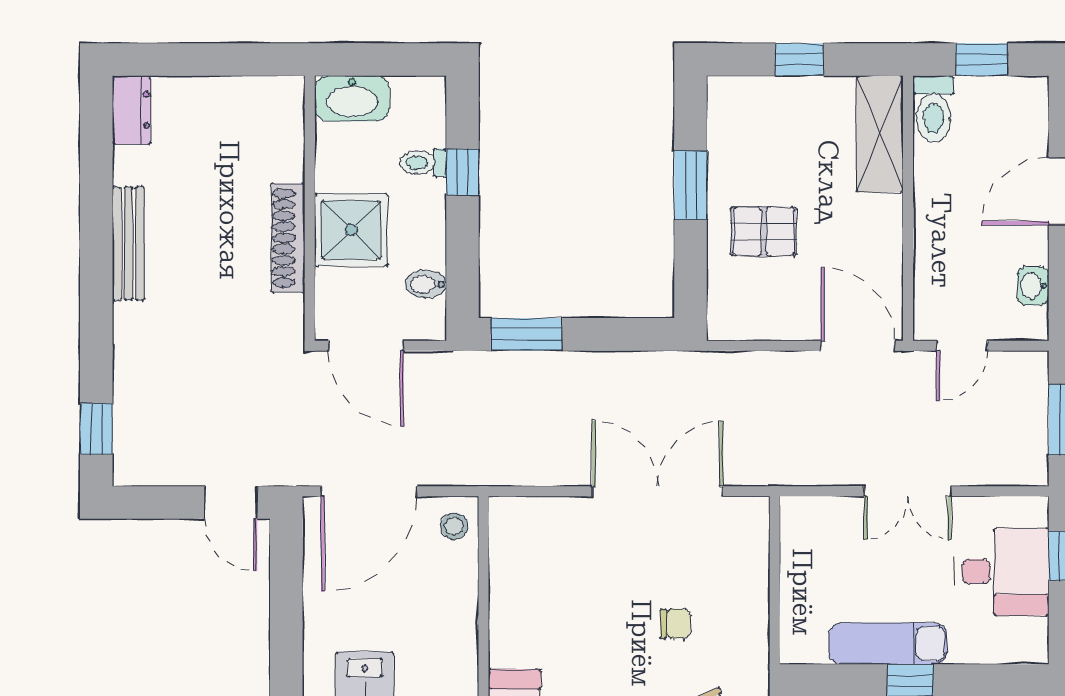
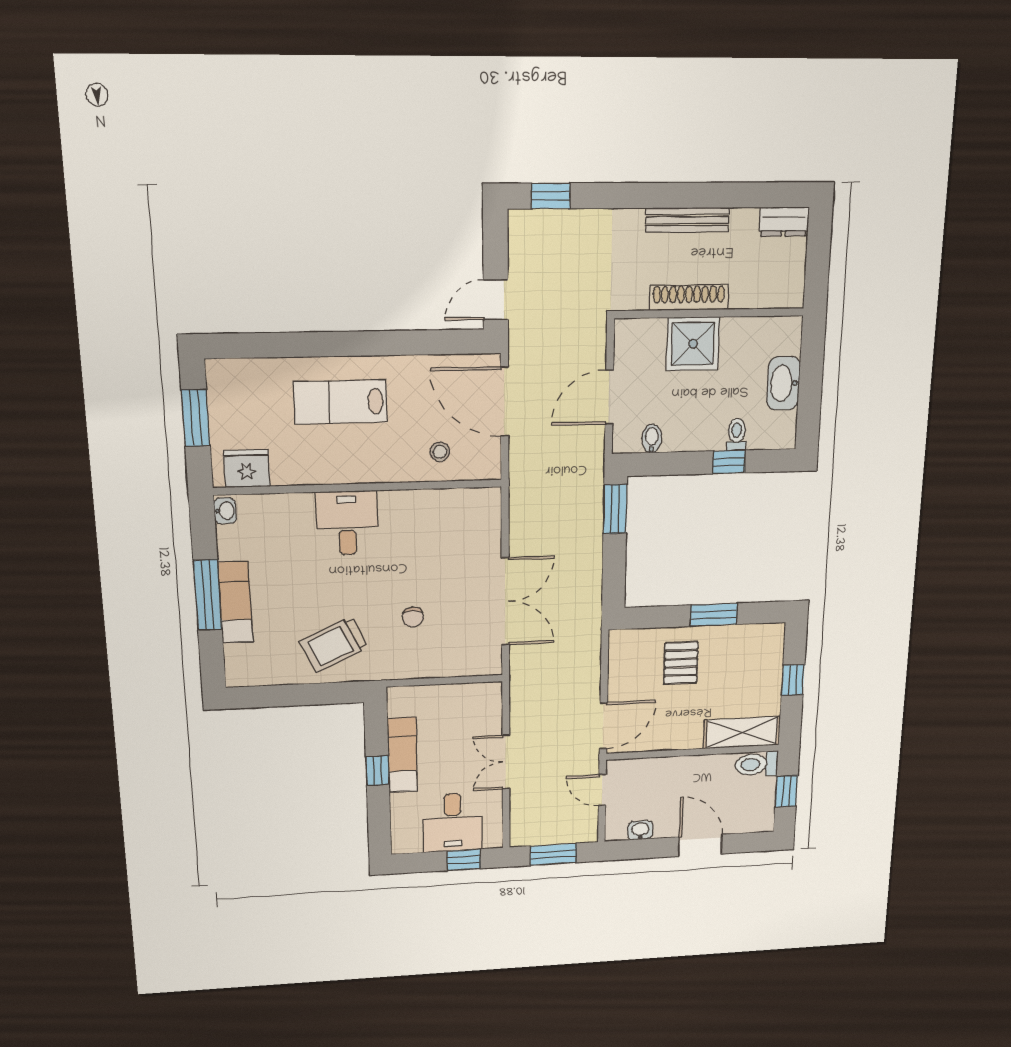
wall: (310, 208) -> (710, 313), moved
shower: (351, 230) -> (693, 344), moved
shoe rack: (288, 238) -> (689, 298), moved
stool: (454, 526) -> (440, 452), moved

